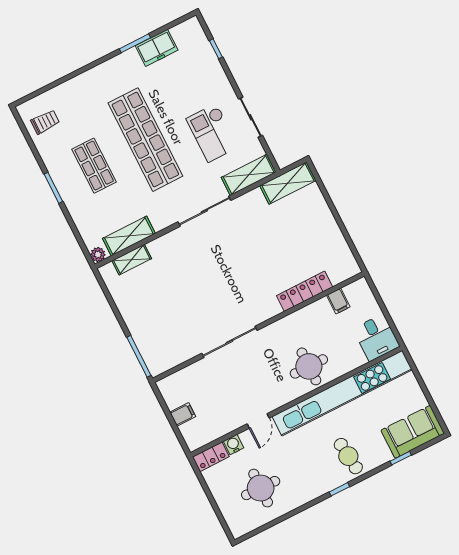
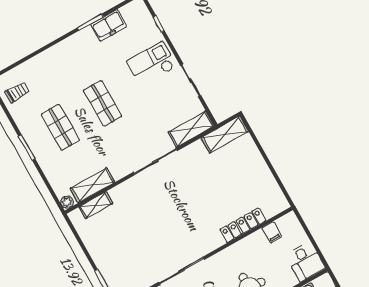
checkout: (212, 133) -> (152, 64), moved, turned 90
shop shelf: (145, 140) -> (103, 103), width x0.50, depth x0.74

